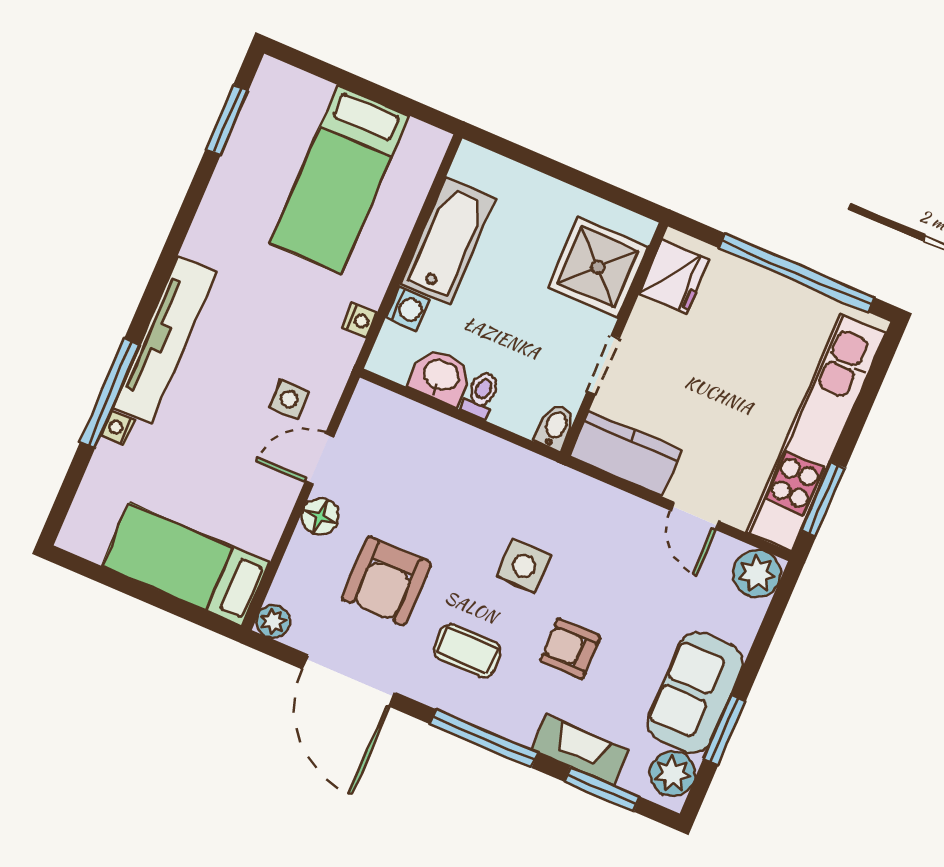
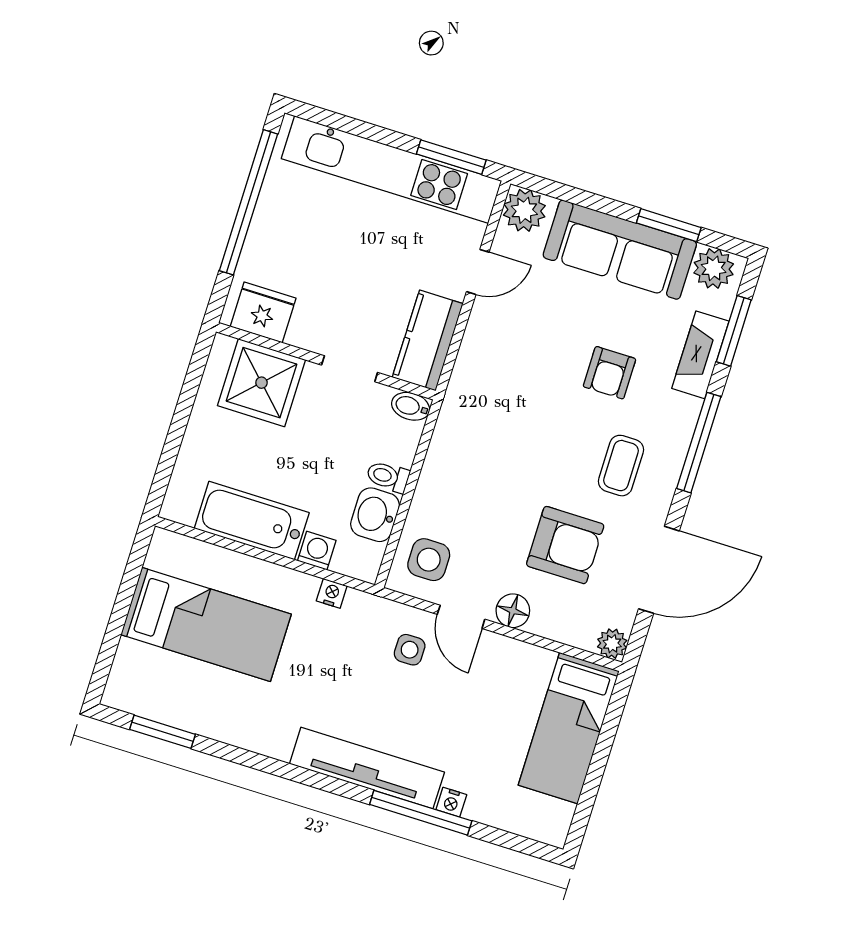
side table: (524, 566) -> (429, 560), moved
sofa: (695, 693) -> (620, 250), width x1.36

